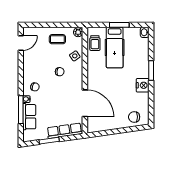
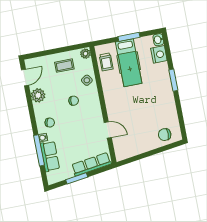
plant: (29, 61) -> (38, 95), added
nightstand: (143, 85) -> (159, 54), moved
door: (85, 103) -> (108, 130), width x0.53

